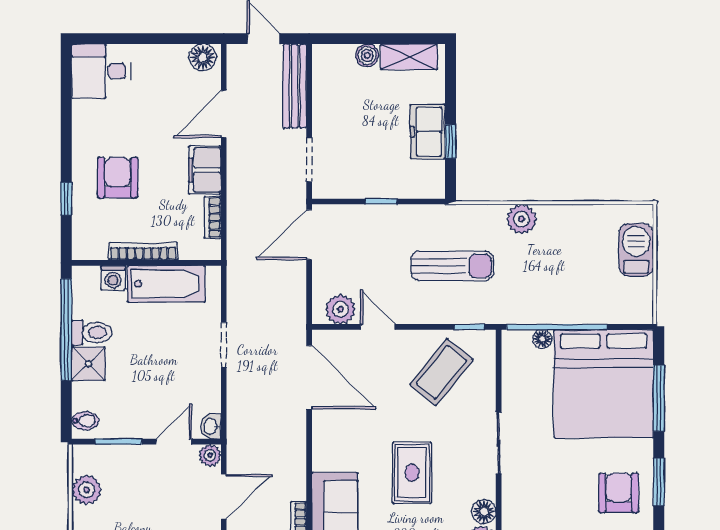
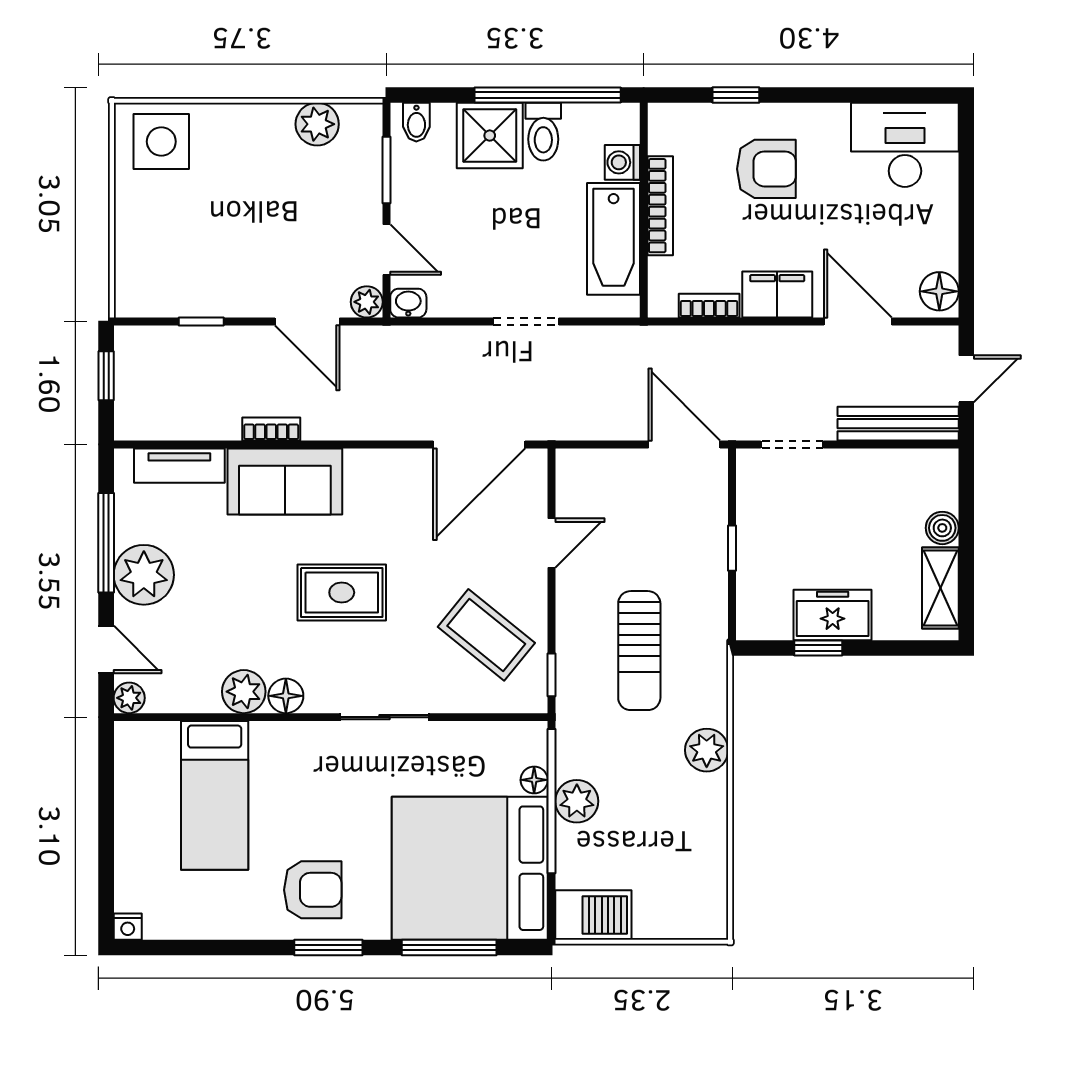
desk: (101, 71) -> (905, 145), width x1.37
barbecue: (636, 250) -> (593, 915), moved
plant: (341, 309) -> (577, 801), moved
shower: (88, 364) -> (490, 136), width x1.36, depth x1.36

